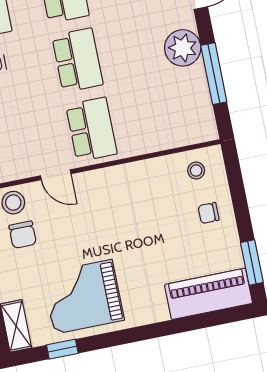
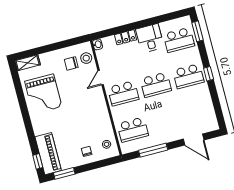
plant: (183, 48) -> (165, 135), removed
school desk: (169, 114) -> (133, 130), added
grand piano: (83, 297) -> (43, 94), turned 180
window: (62, 349) -> (38, 161), moved

